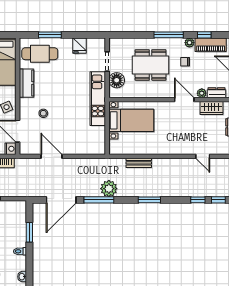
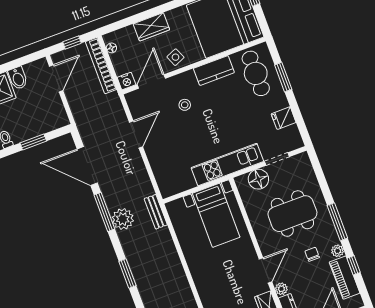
dining table: (151, 65) -> (292, 214), turned 90
bench: (139, 163) -> (156, 212), moved

